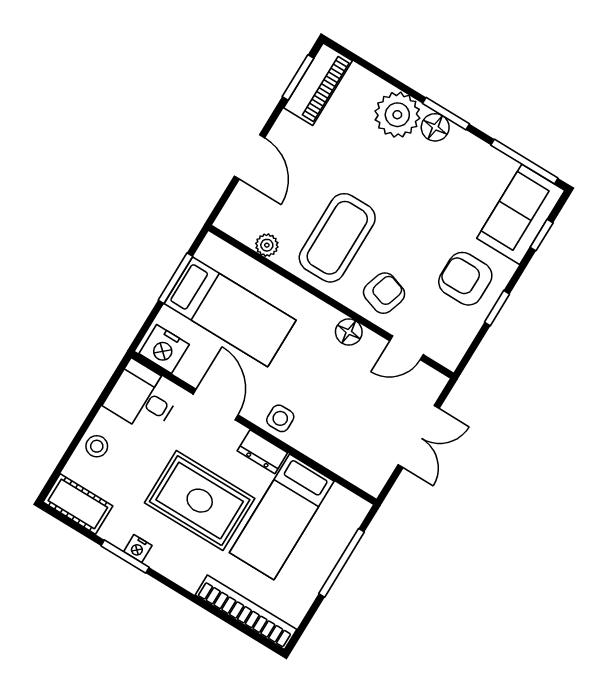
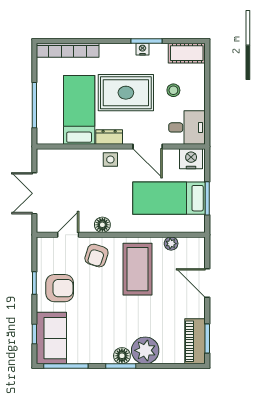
stool: (97, 446) -> (173, 90), moved

